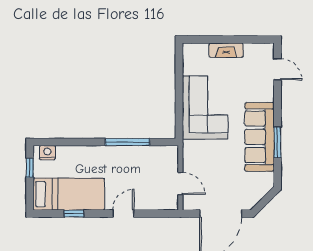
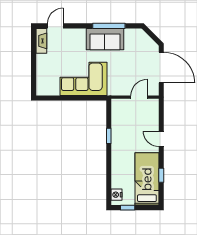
fireplace: (226, 50) -> (41, 41), moved
sofa: (259, 137) -> (105, 39), width x0.73
window: (127, 142) -> (109, 136), width x0.46
window: (277, 142) -> (109, 26), width x1.44

